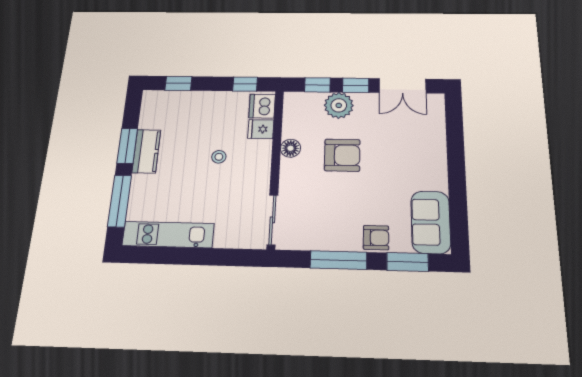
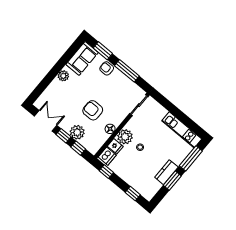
plant: (256, 154) -> (125, 137), added
plant: (436, 171) -> (63, 76), added

